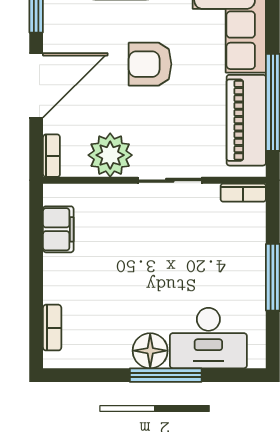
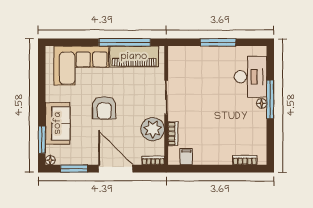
bookcase: (243, 193) -> (173, 134), moved
filing cabinet: (58, 229) -> (186, 157), width x0.50
floor lamp: (150, 351) -> (262, 103), width x0.53, depth x0.53

